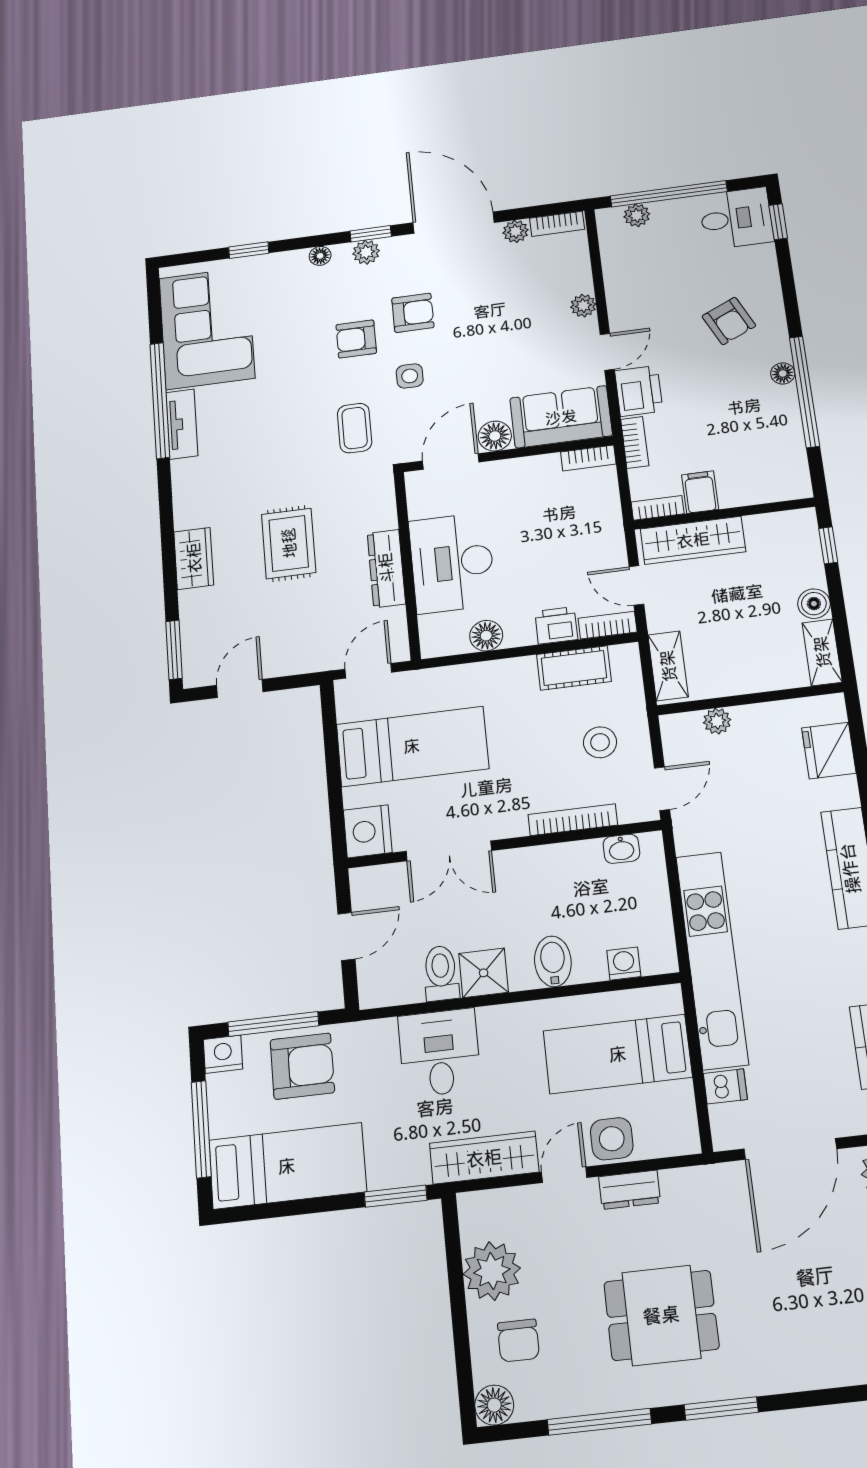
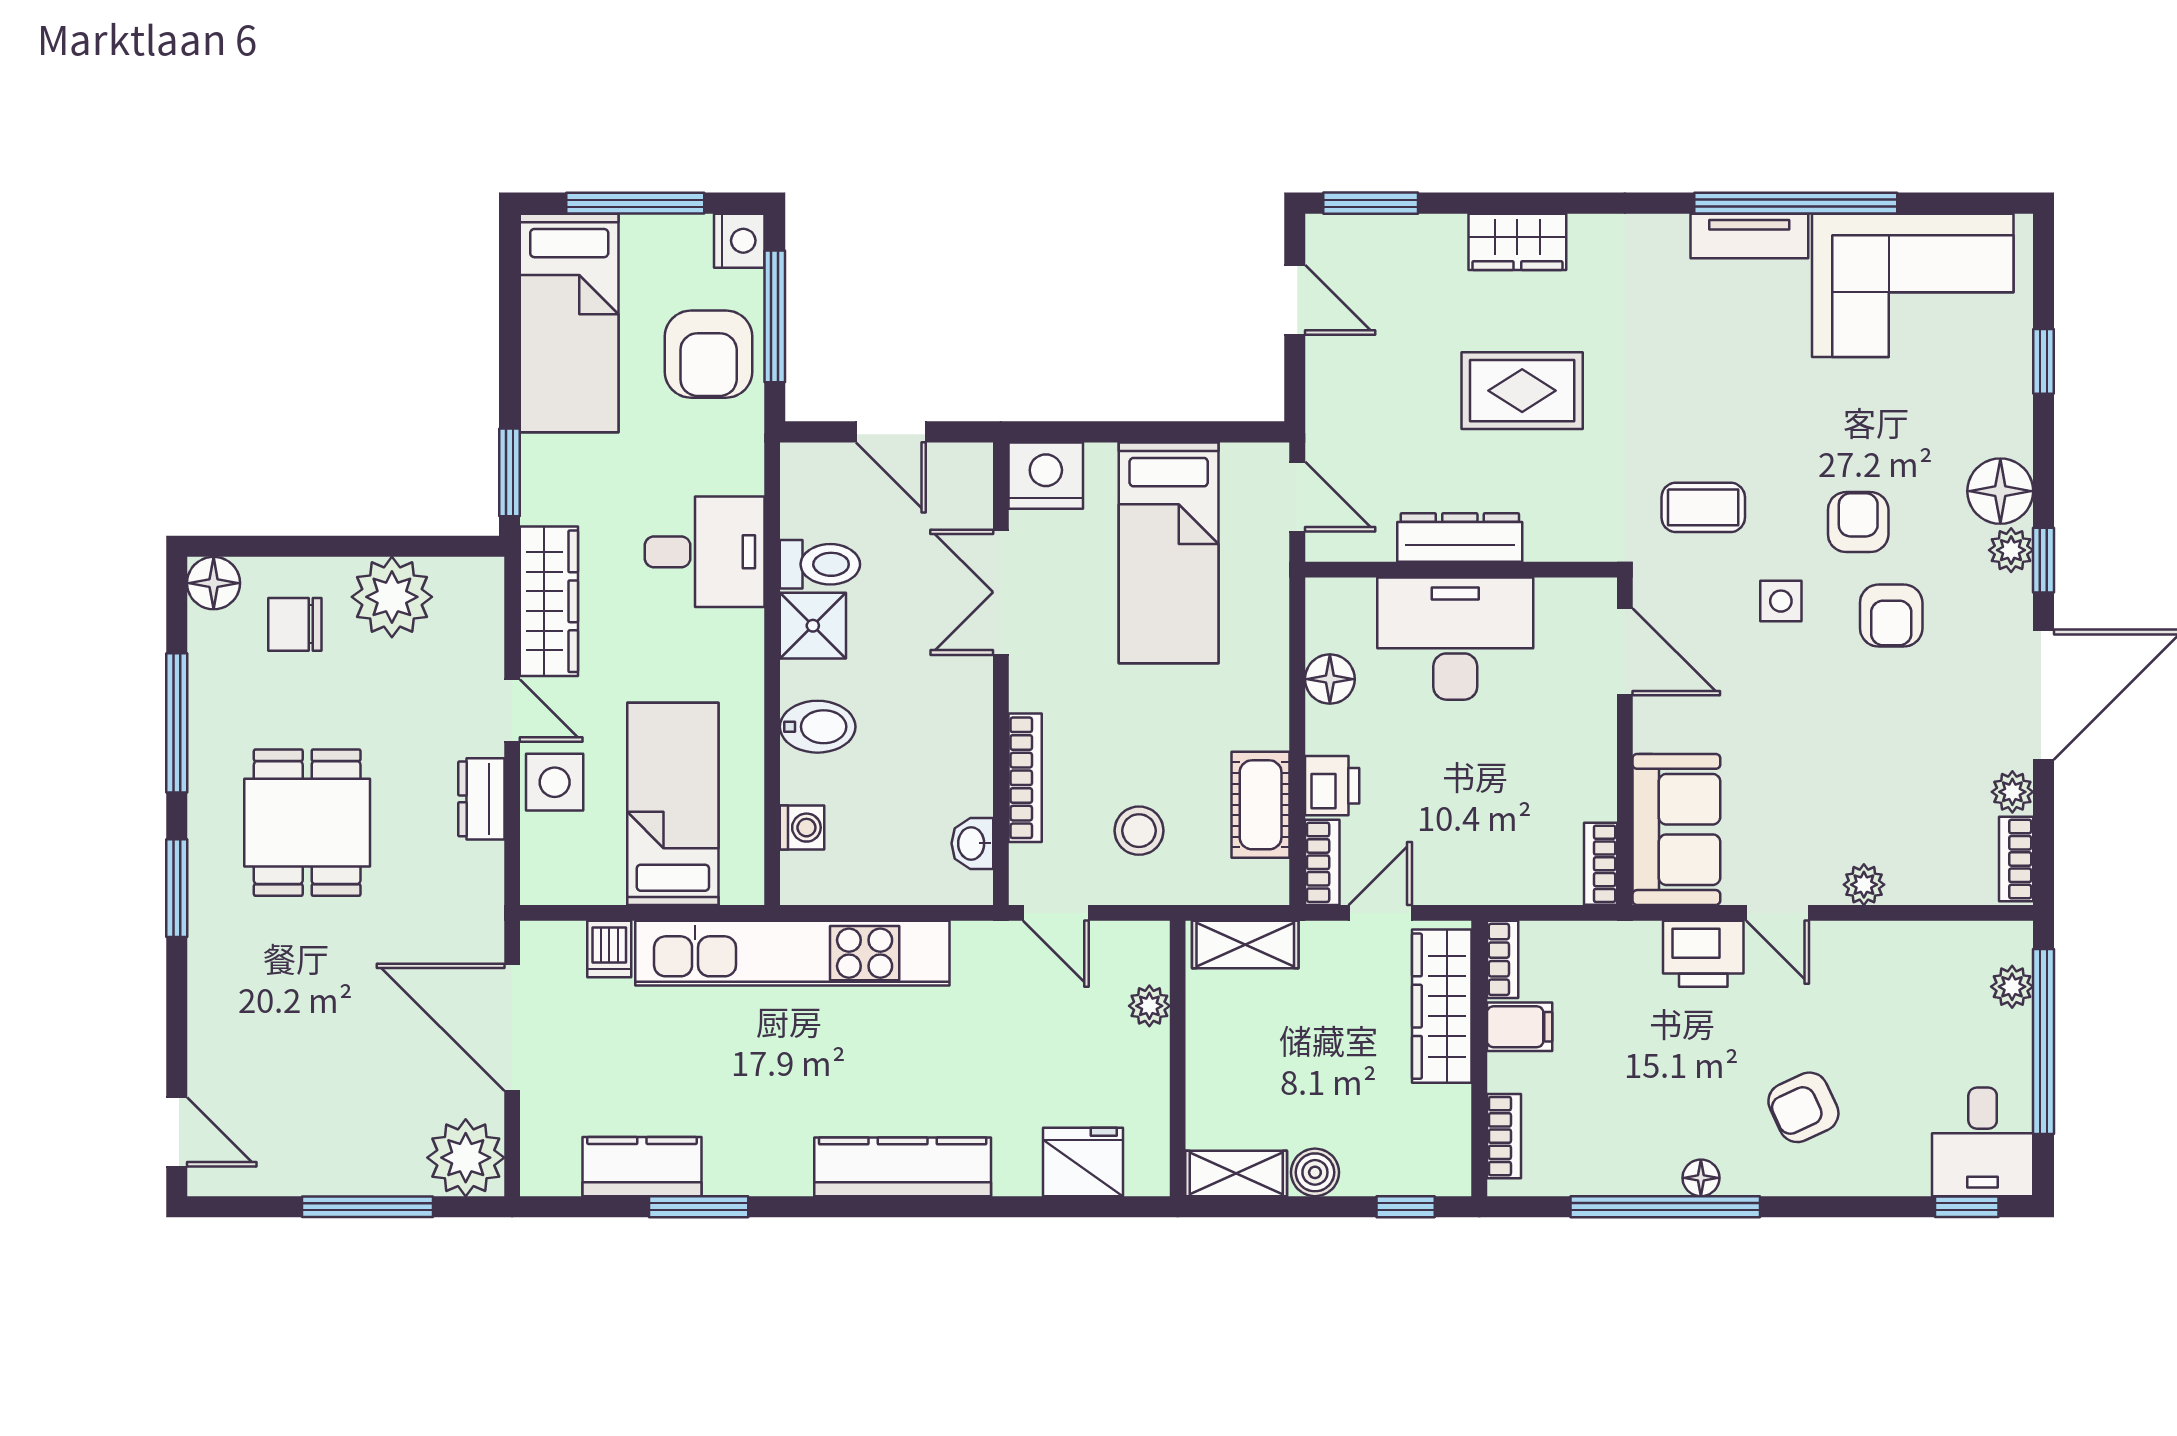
floor lamp: (320, 256) -> (2000, 491), width x1.89, depth x1.89
floor lamp: (495, 436) -> (1658, 724), removed
bookcase: (635, 442) -> (1504, 1136), moved, turned -90

